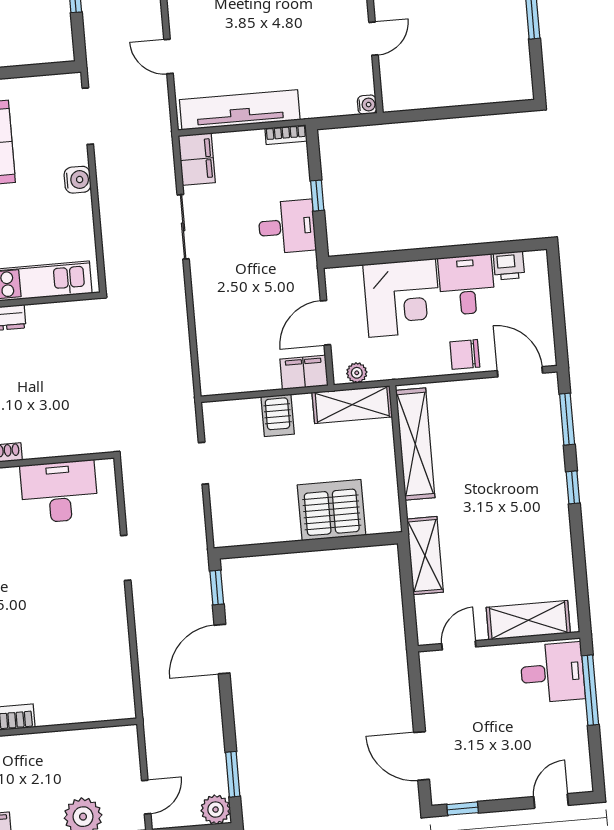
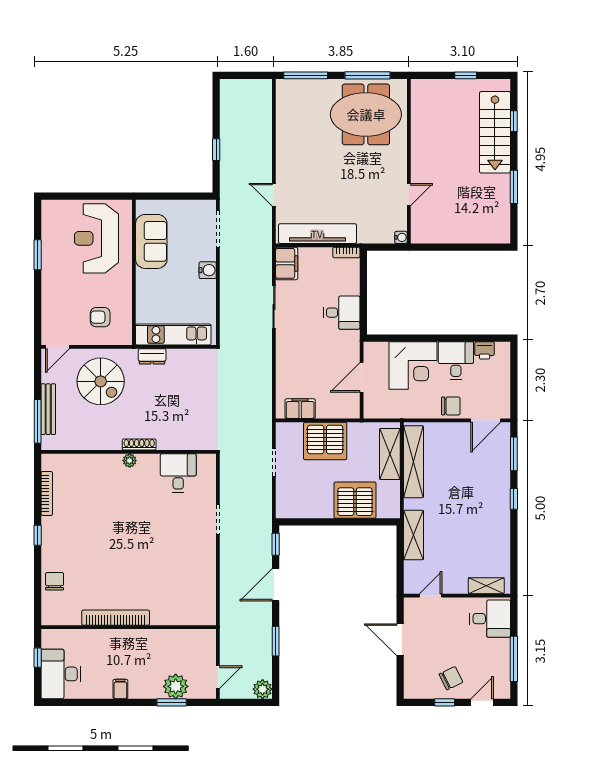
window: (317, 196) -> (363, 294), removed
chair: (465, 354) -> (451, 406), turned 180
filing cabinet: (304, 372) -> (300, 409), moved
door: (520, 372) -> (486, 420), swing flipped
plant: (357, 373) -> (379, 412), removed
shelving: (352, 405) -> (390, 454), moved, turned 90
server rack: (278, 415) -> (325, 441), width x2.18, depth x1.44
desk: (59, 492) -> (178, 473), width x0.73
shelving: (528, 620) -> (486, 586), width x0.67, depth x0.75
window: (590, 690) -> (514, 659), moved
door: (422, 756) -> (400, 640), moved
chair: (501, 768) -> (451, 678), added
window: (233, 774) -> (276, 641), moved
window: (463, 809) -> (445, 702), moved

